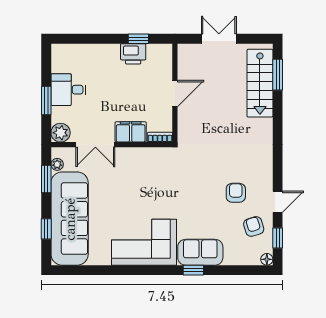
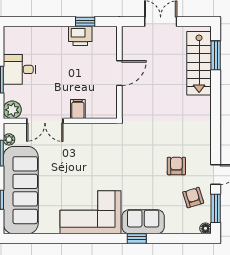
filing cabinet: (131, 132) -> (78, 109), width x0.50
bookcase: (160, 137) -> (105, 114), removed
window: (278, 238) -> (216, 208), width x1.50

